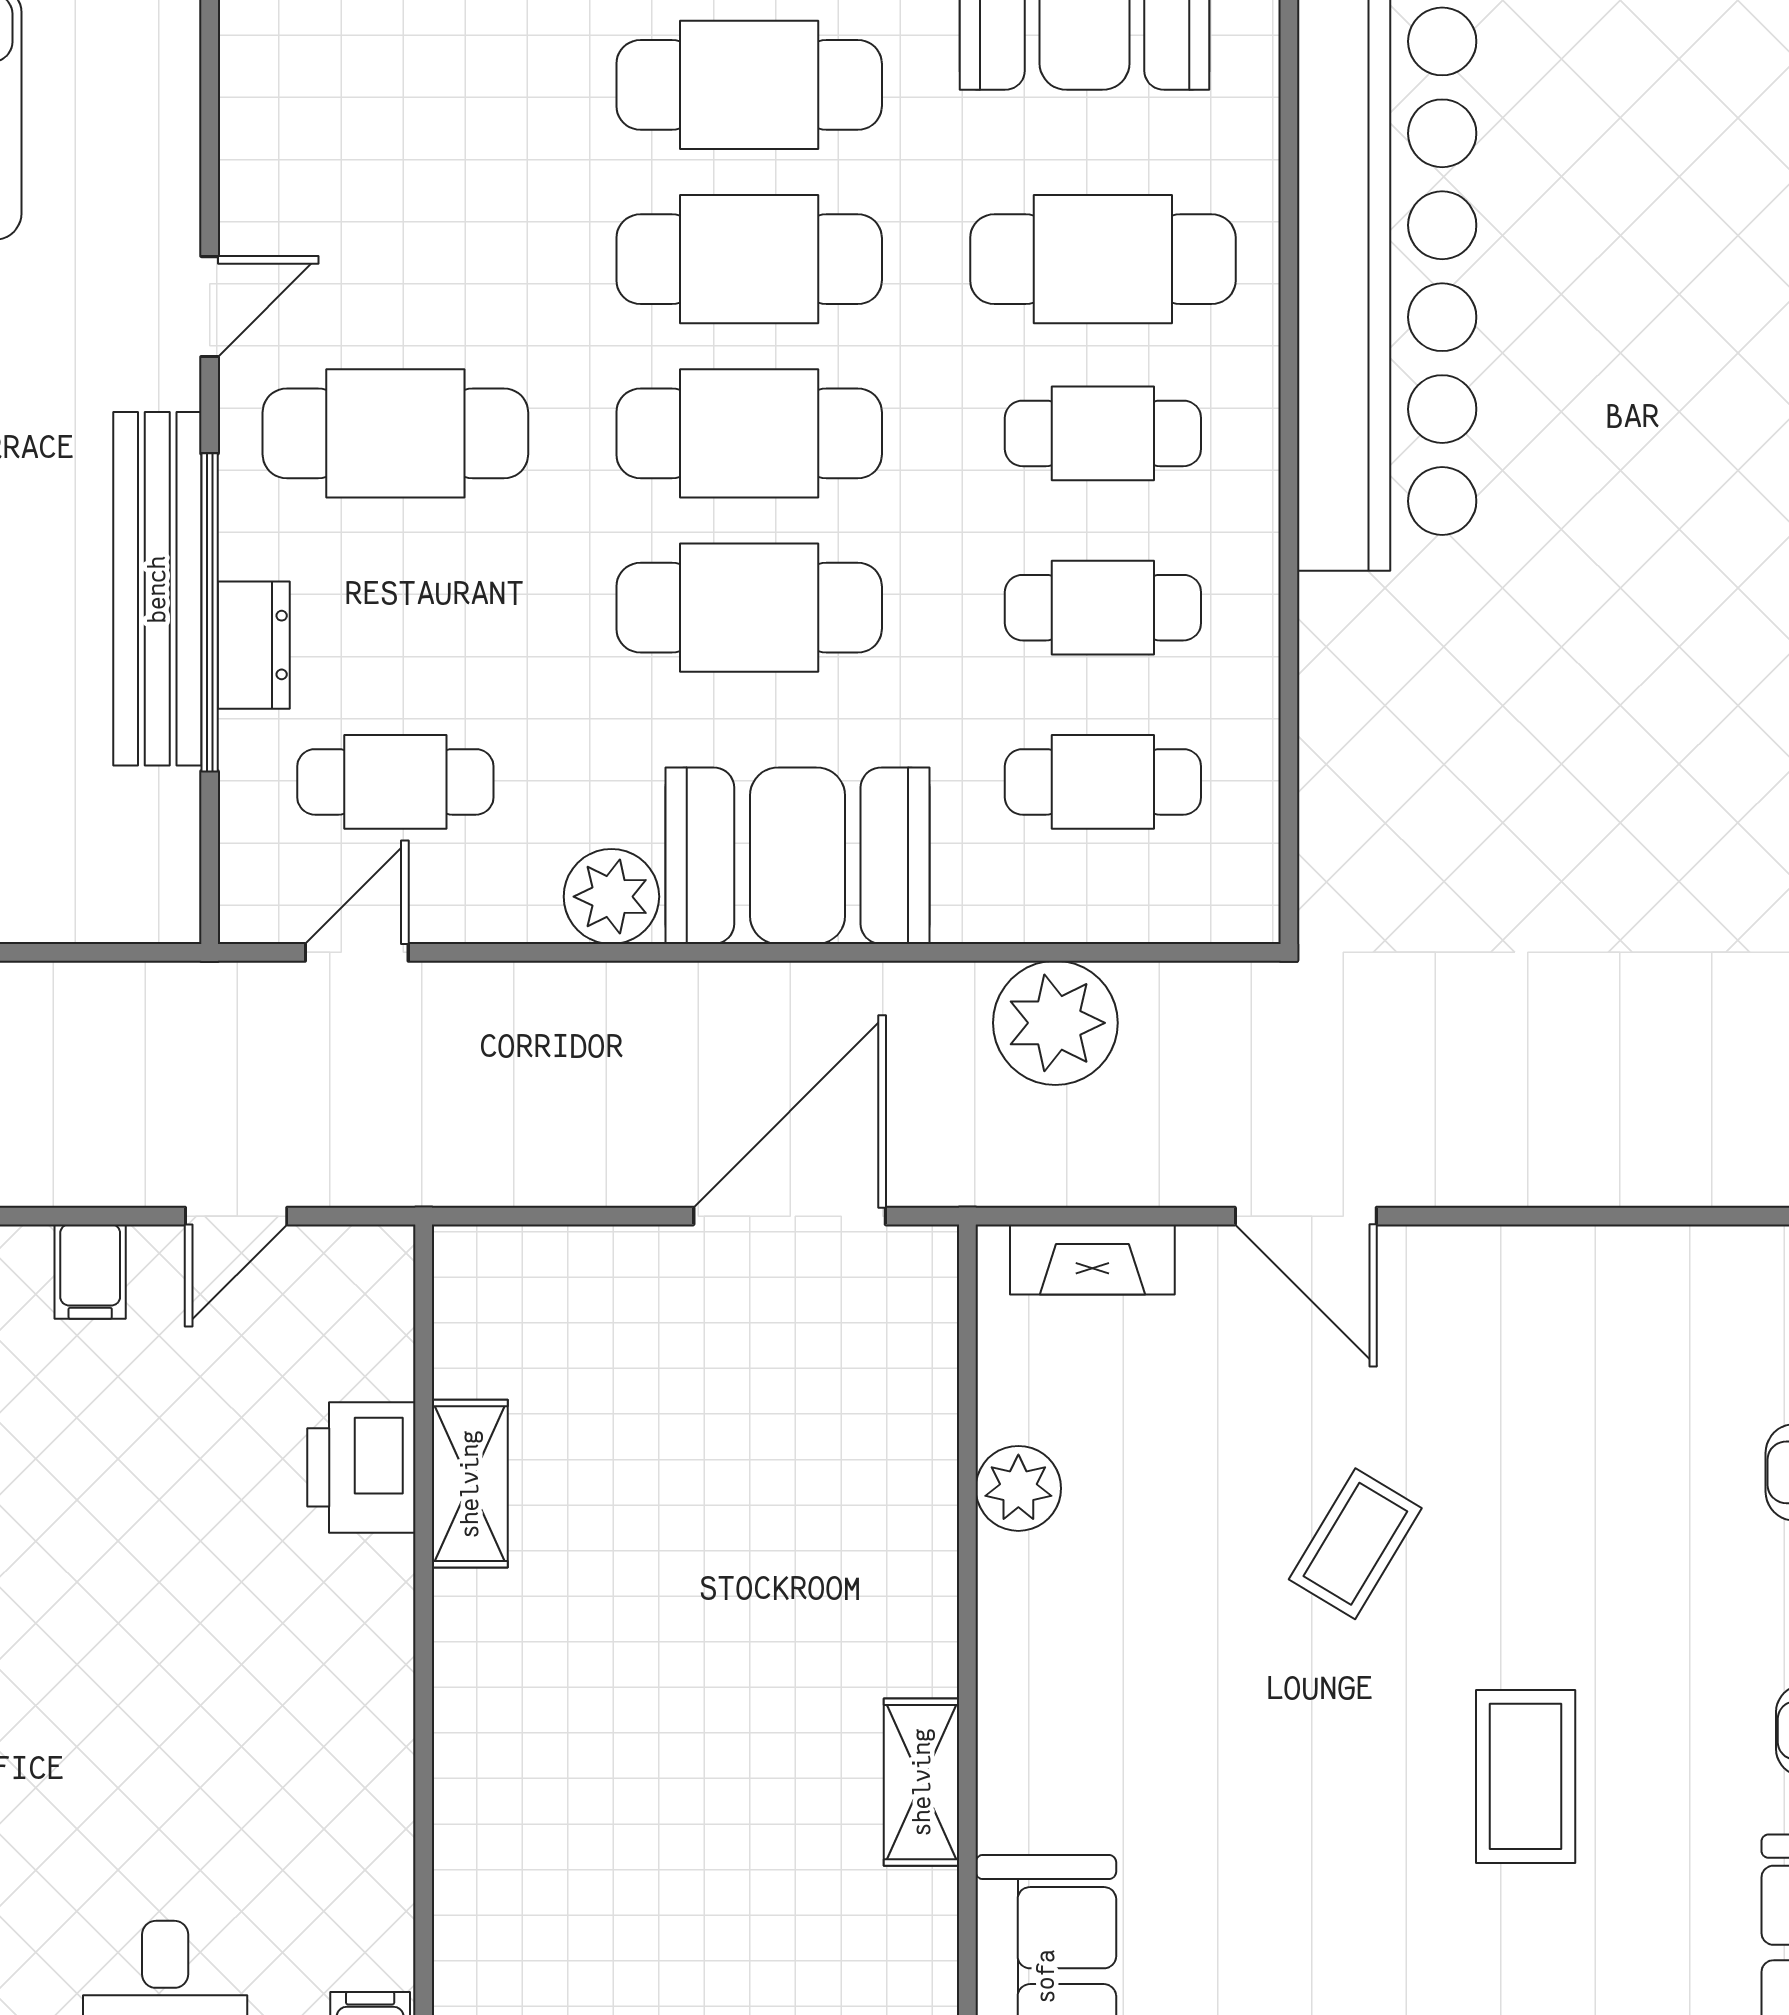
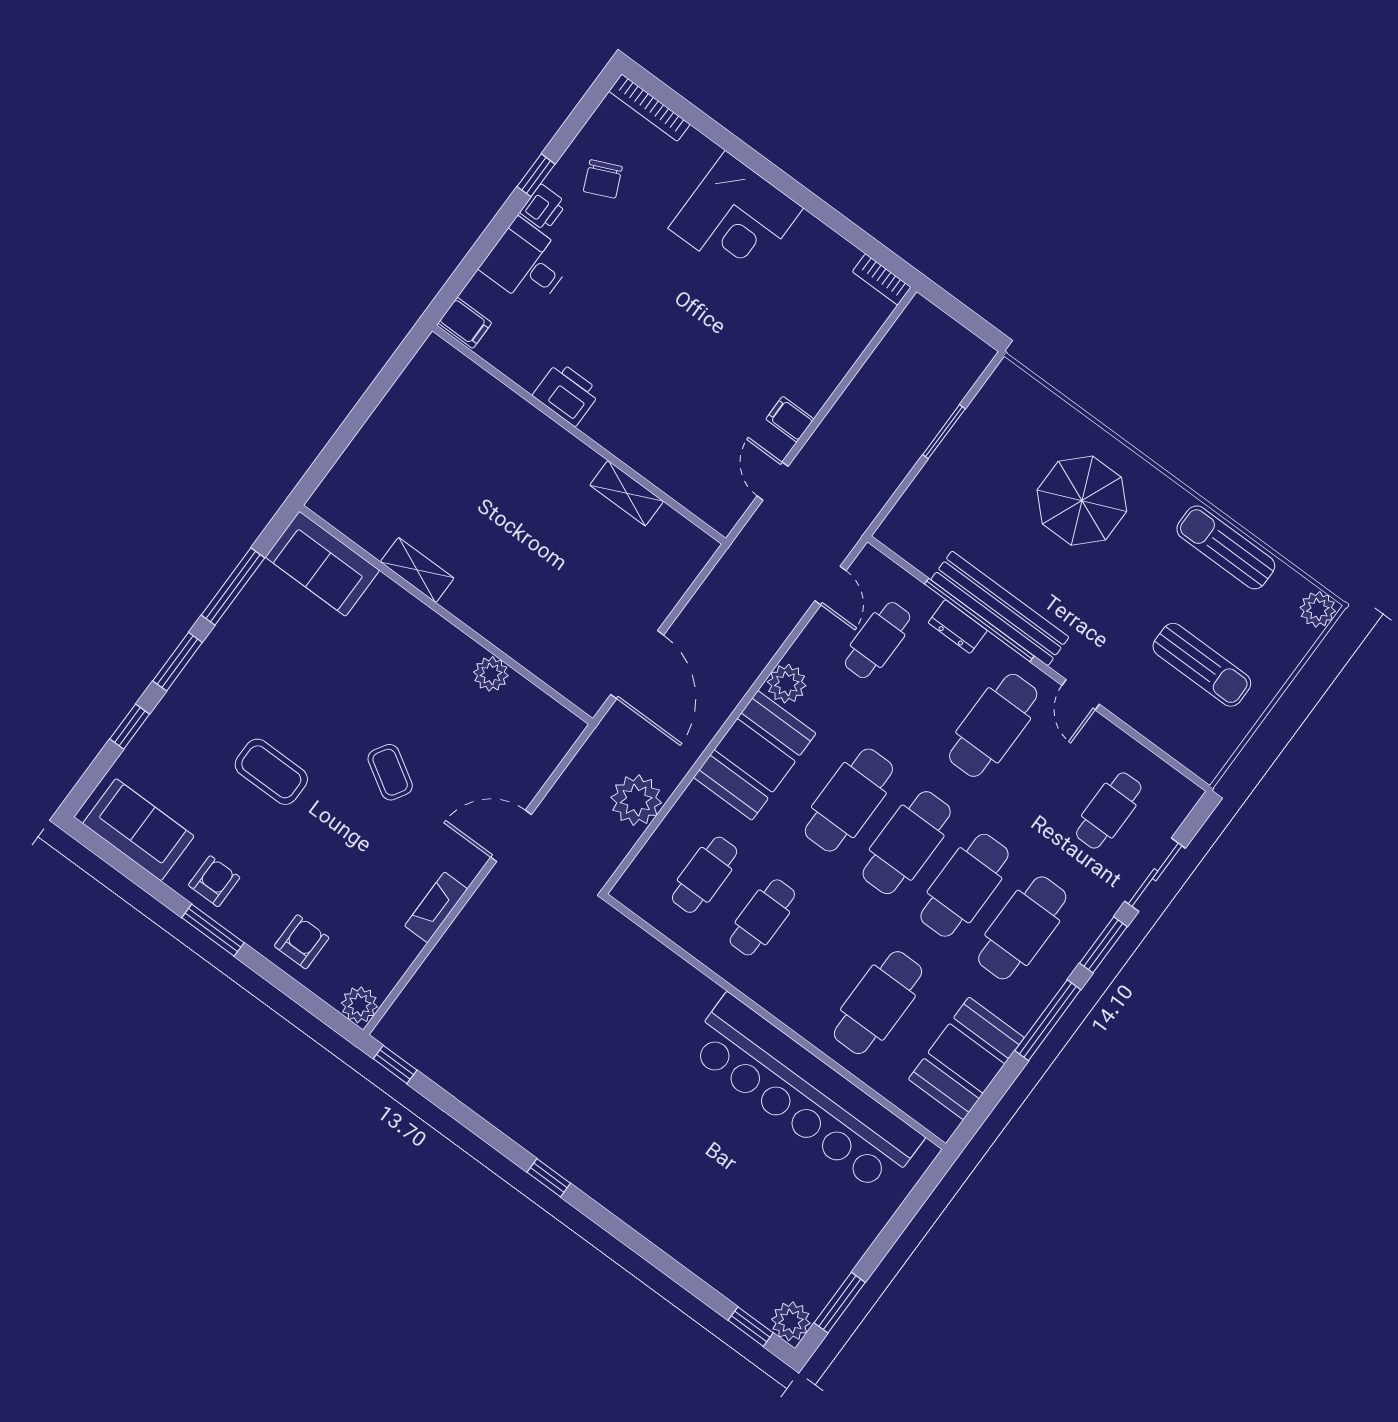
cafe table: (1103, 433) -> (1109, 811), moved
fireplace: (1092, 1259) -> (436, 907), moved
printer: (361, 1467) -> (567, 394), moved

